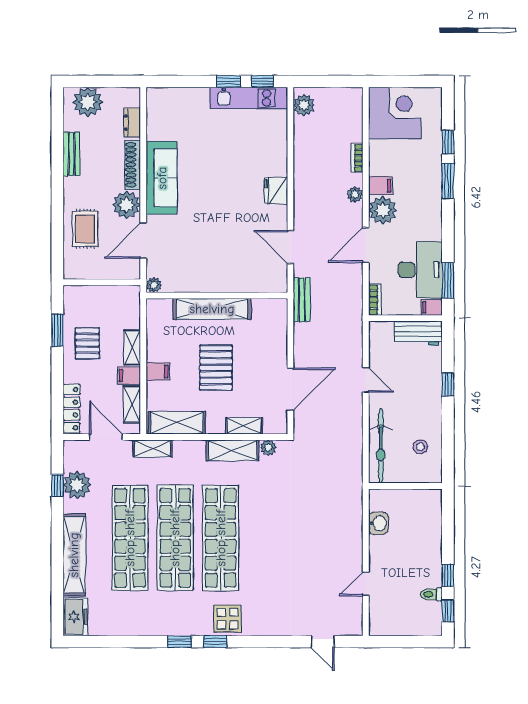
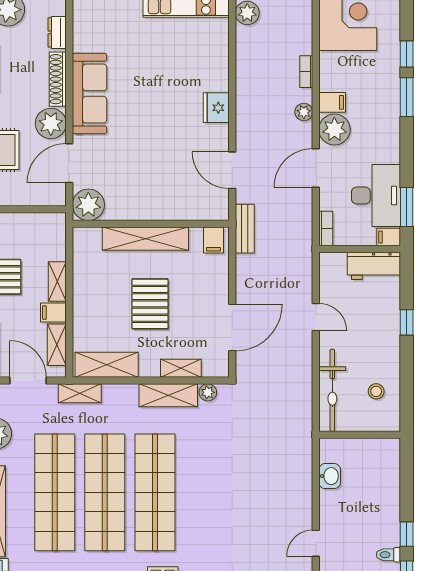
plant: (154, 285) -> (88, 205), width x1.88, depth x1.88
filing cabinet: (158, 371) -> (213, 240), moved, turned 90

